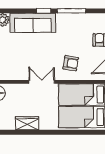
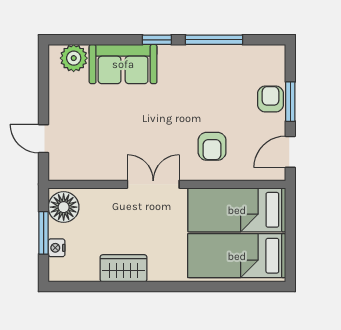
sofa: (33, 23) -> (123, 64), width x0.73
armchair: (71, 63) -> (212, 146), turned 81

